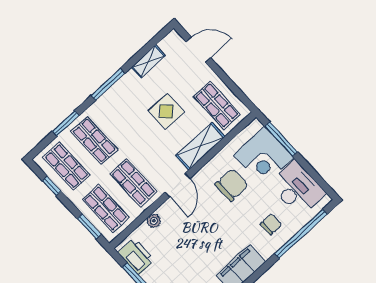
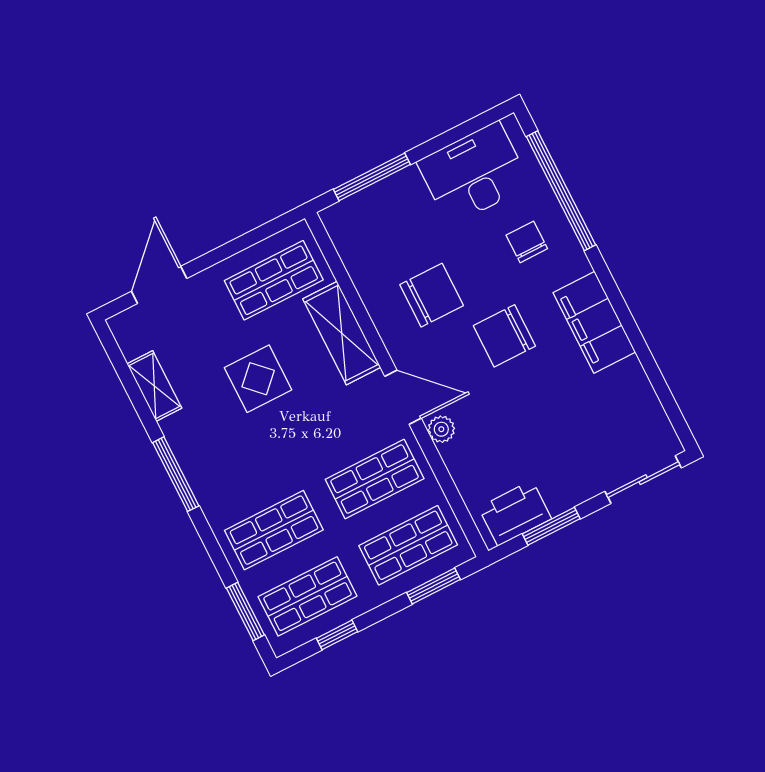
window: (66, 123) -> (245, 612), moved
corner desk: (264, 156) -> (395, 219), removed
chair: (232, 185) -> (432, 295), turned 90
plant: (154, 221) -> (441, 429), moved
chair: (222, 226) -> (504, 336), added

